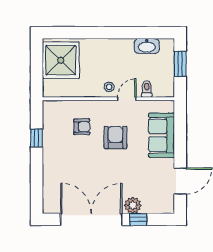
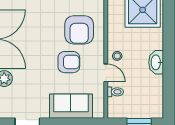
washbasin: (147, 46) -> (156, 62), moved
armchair: (82, 127) -> (79, 30), width x1.88, depth x1.88

